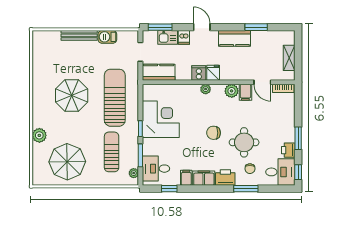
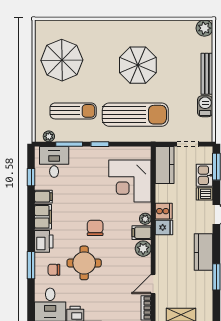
filing cabinet: (245, 92) -> (142, 233), moved
corner desk: (161, 119) -> (130, 181), moved, turned 90
plant: (39, 135) -> (204, 28), moved

